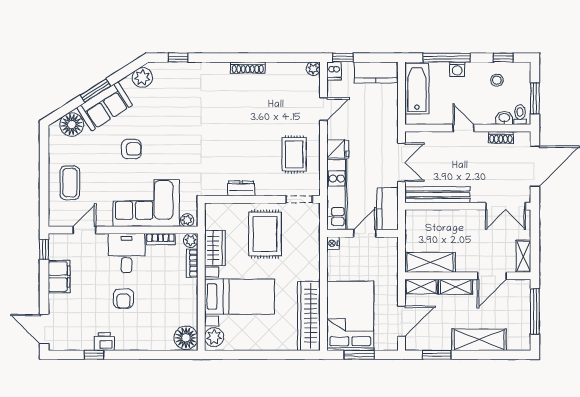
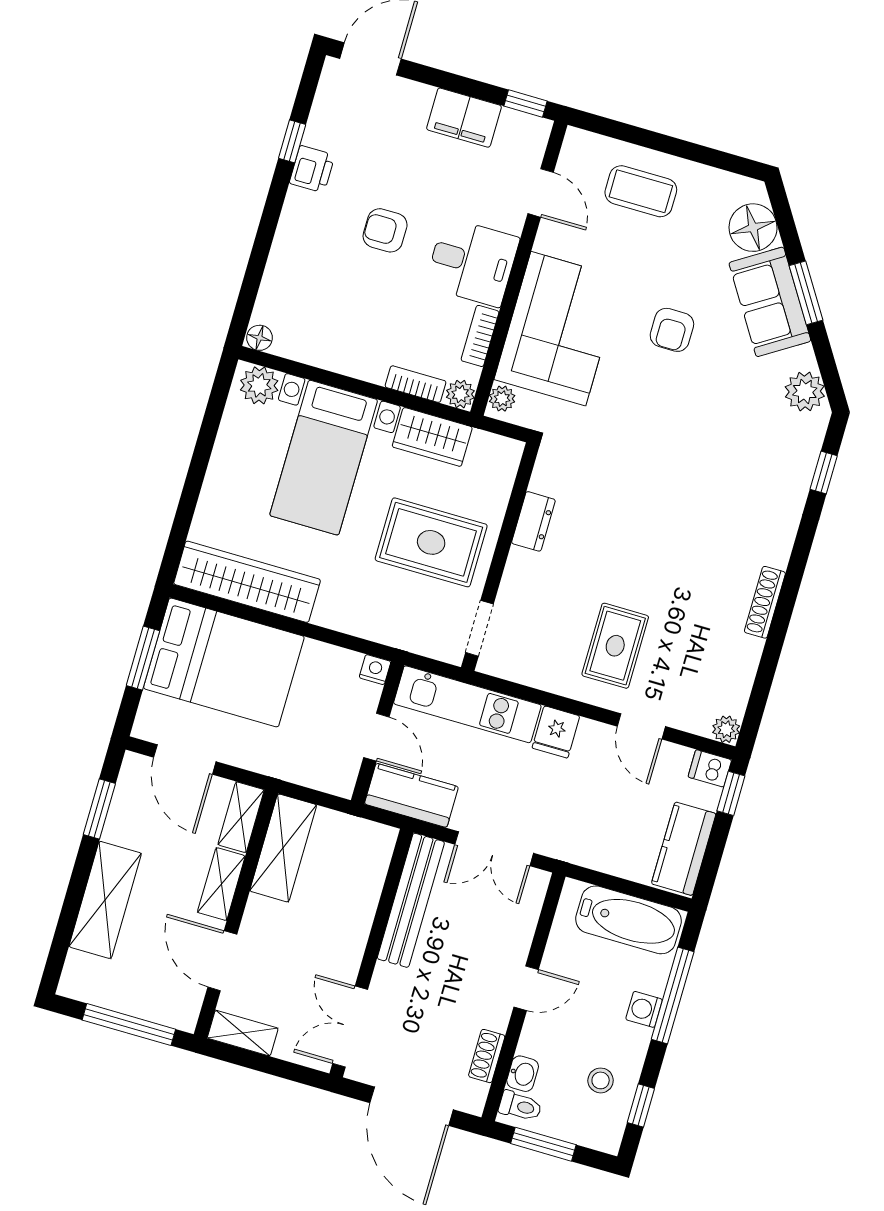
rug: (294, 154) -> (615, 646), moved, turned 90
floor lamp: (186, 338) -> (260, 338), width x0.53, depth x0.53

